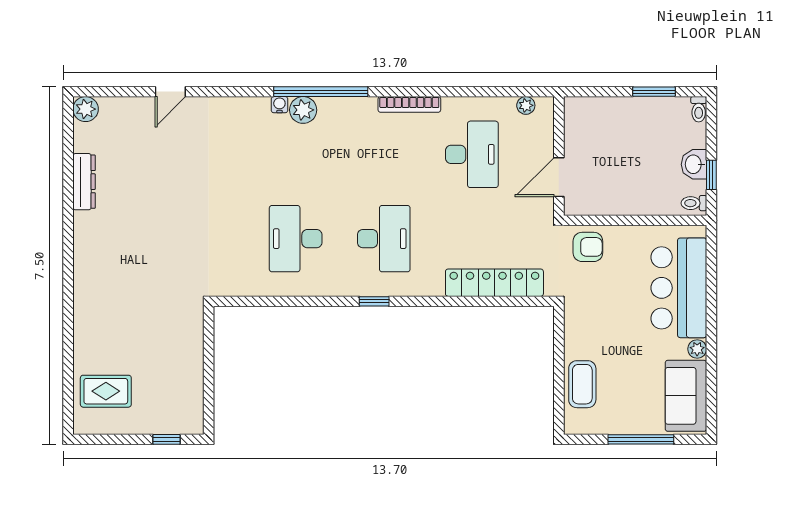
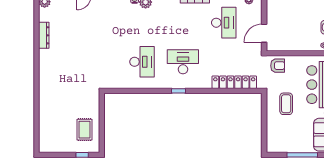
desk: (296, 239) -> (142, 62), turned 180
desk: (384, 239) -> (183, 62), turned -90
coffee table: (582, 384) -> (286, 104), moved
rug: (106, 391) -> (85, 130), moved, turned 90

